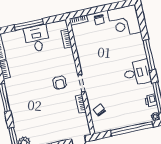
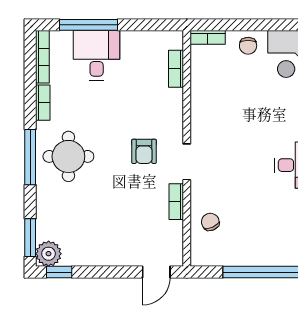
window: (29, 25) -> (88, 25), moved
desk: (37, 38) -> (97, 55), moved
round table: (23, 93) -> (68, 156), added

